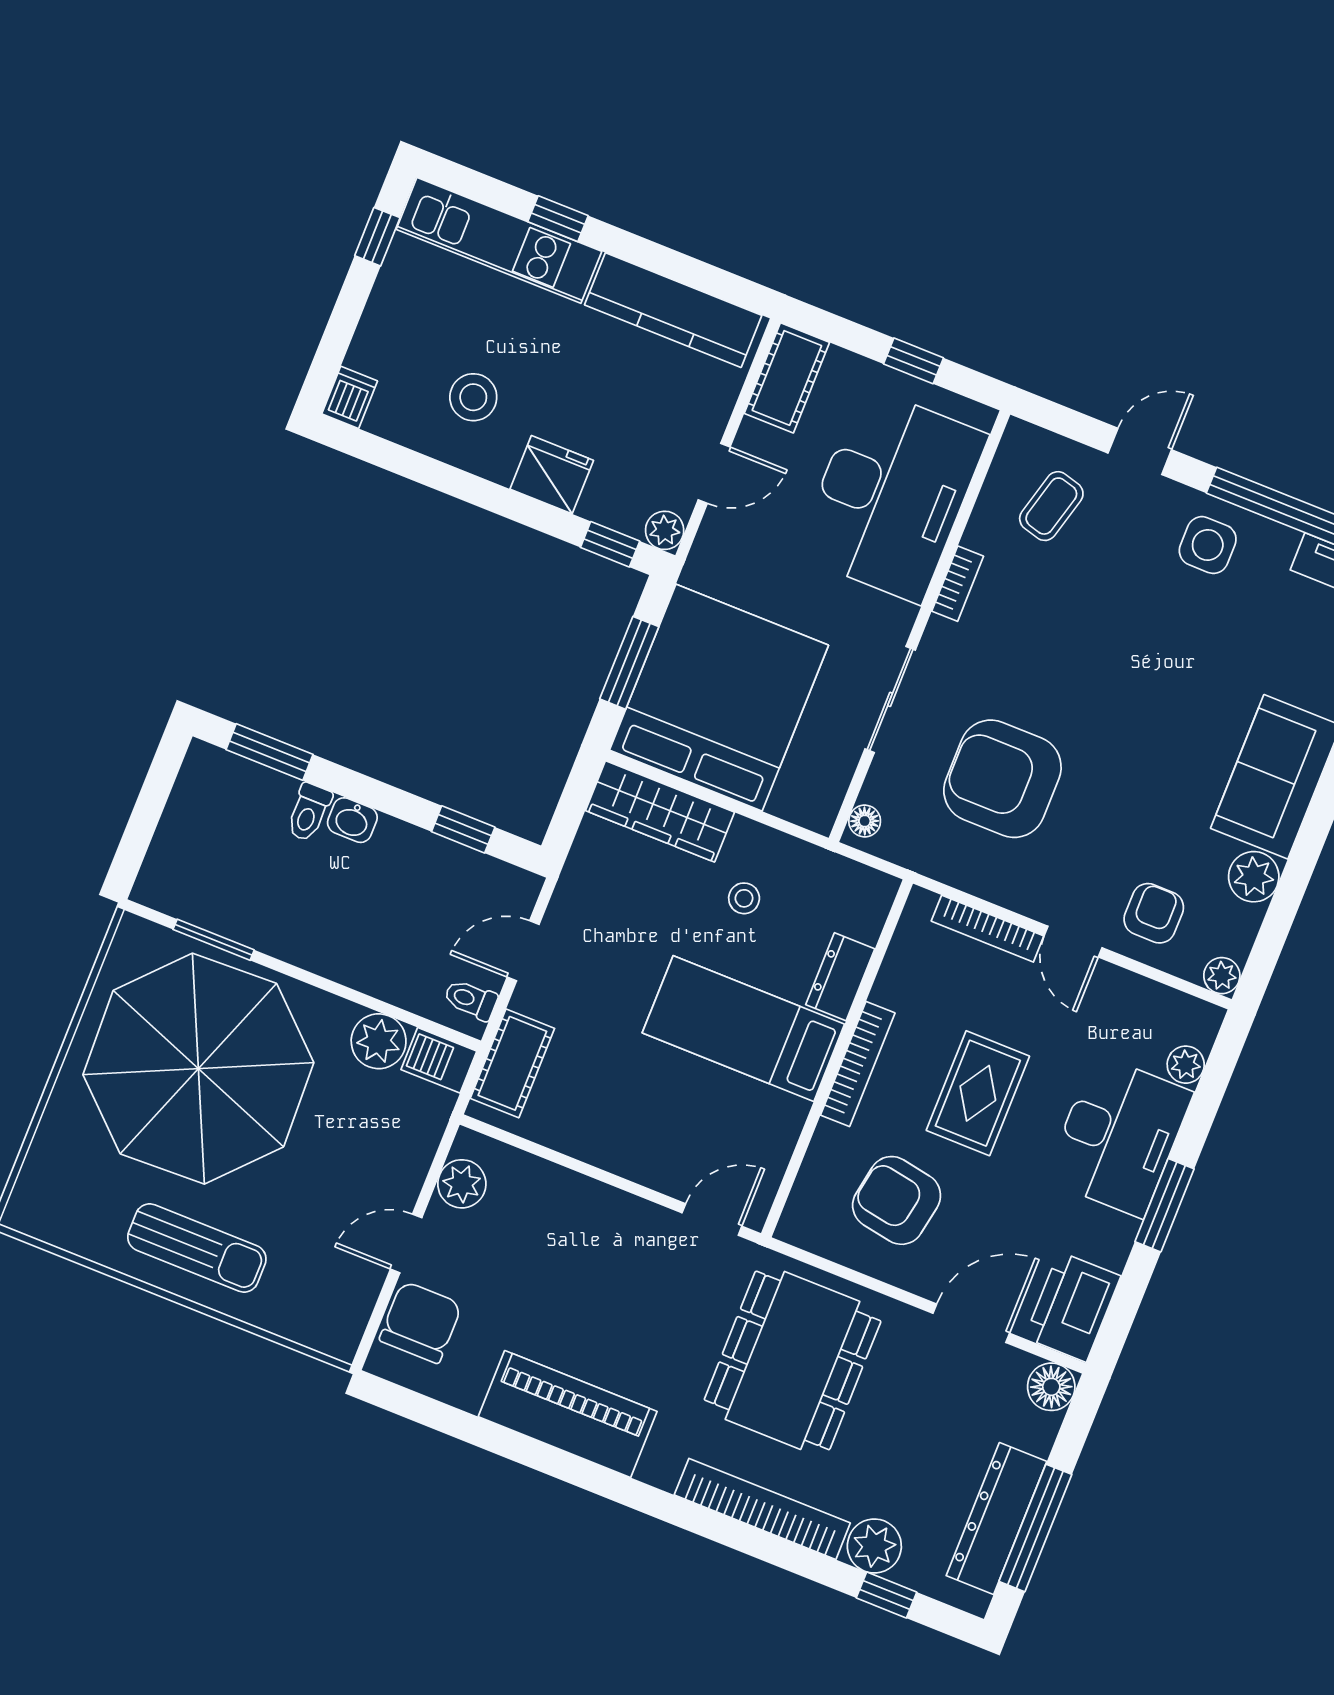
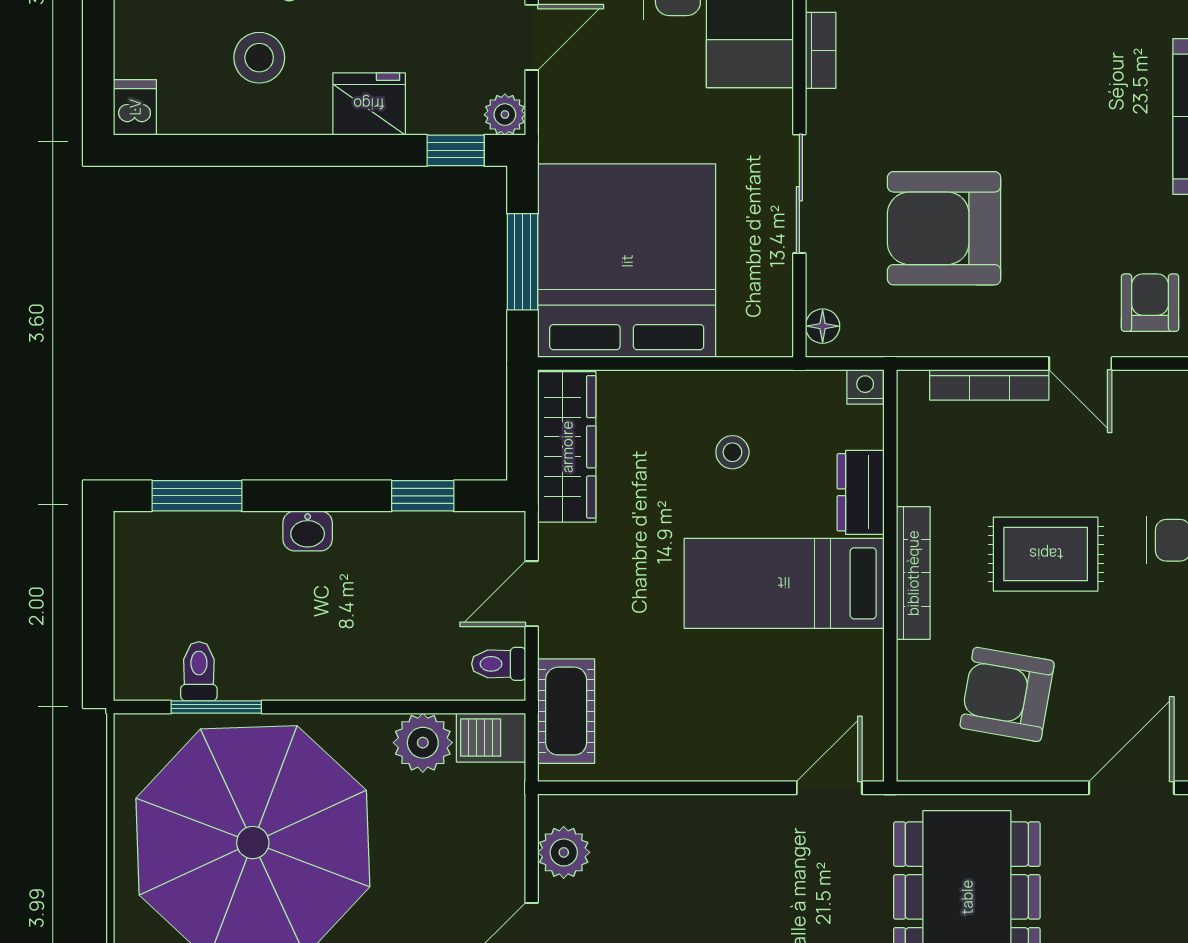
wardrobe: (660, 811) -> (567, 447), moved, turned -90
toilet: (309, 812) -> (199, 671), moved, turned 180
nightstand: (880, 888) -> (865, 387), added
rug: (978, 1093) -> (1046, 554), turned 90

